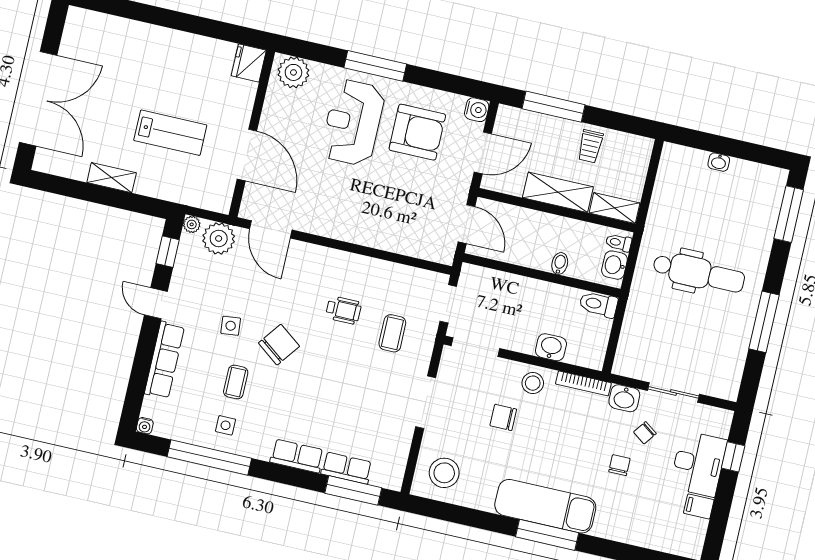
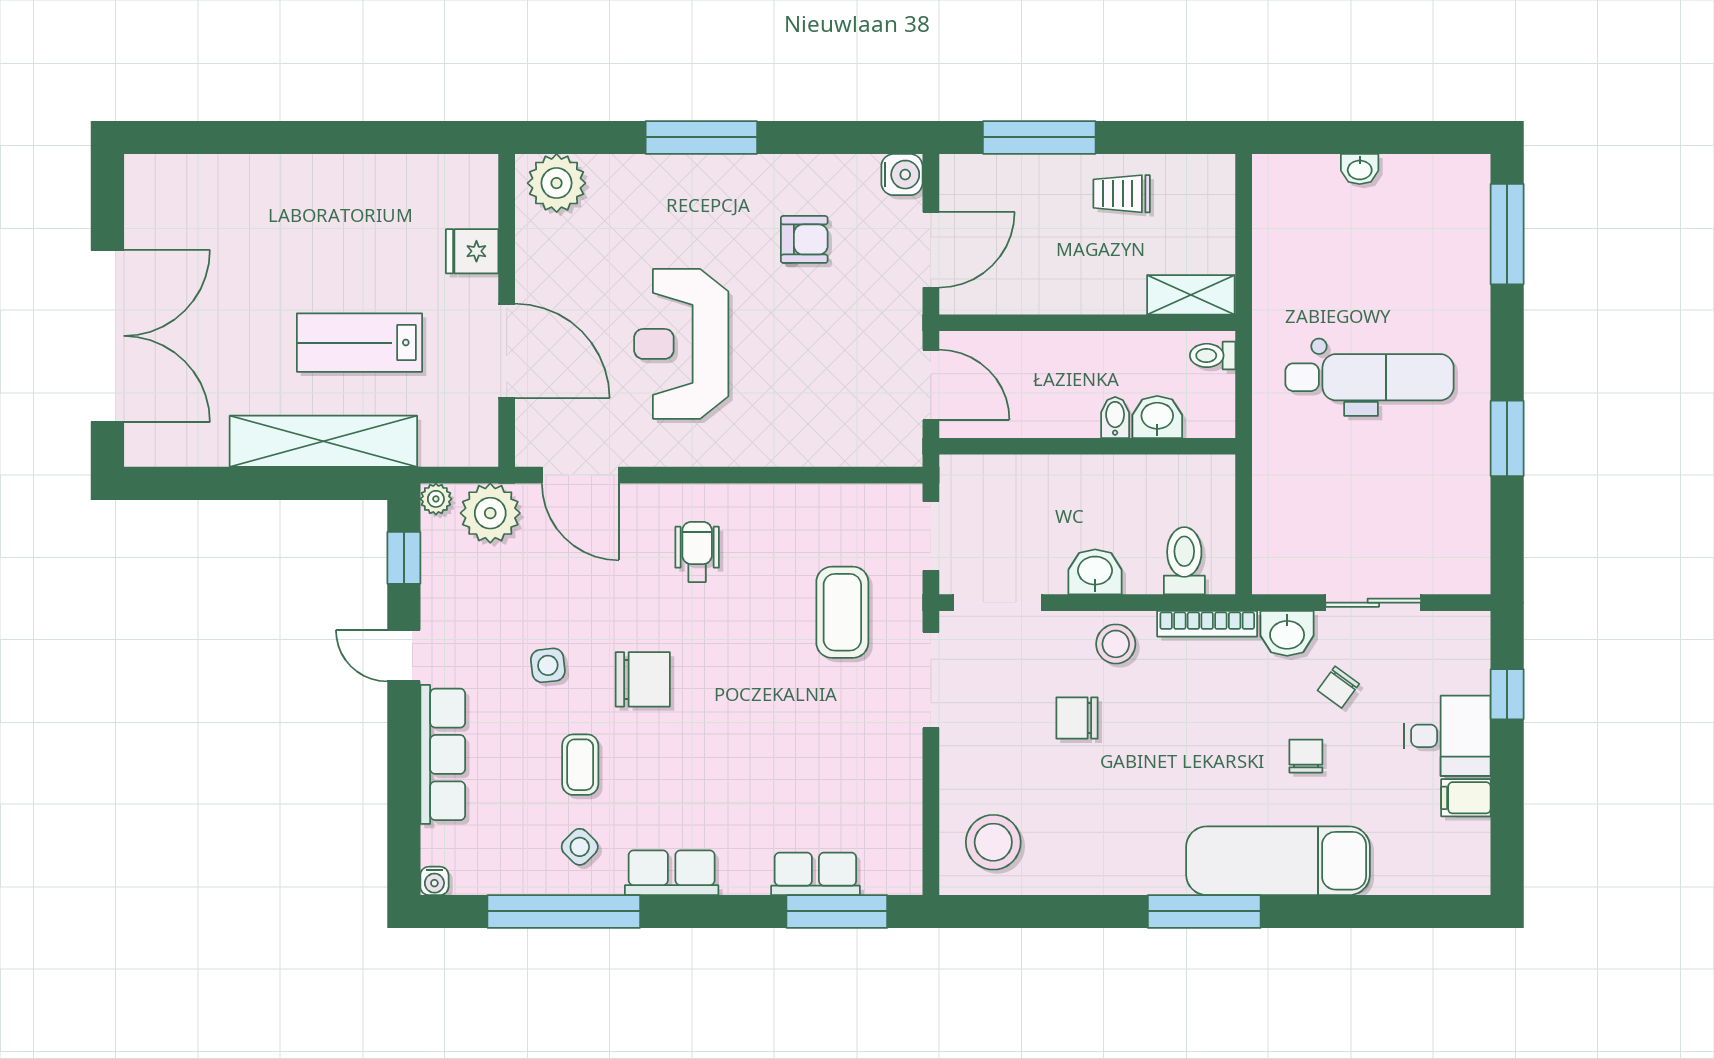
fridge: (249, 63) -> (472, 251), moved, width x0.72
reception desk: (353, 122) -> (681, 344), moved
armchair: (417, 132) -> (804, 239), width x0.53, depth x0.53
lab bench: (170, 133) -> (359, 343), turned 180
trolley: (590, 146) -> (1122, 194), turned 90
shelving: (112, 178) -> (323, 441), width x2.20, depth x1.33
shelving: (558, 192) -> (1082, 290), removed
washbasin: (614, 265) -> (1157, 417), moved, turned 90
toilet: (598, 304) -> (1184, 561), moved, turned 90
wheelchair: (343, 310) -> (697, 552), moved, turned -90
window: (764, 322) -> (1507, 438), width x0.69
coffee table: (392, 333) -> (842, 612), width x1.36, depth x1.30
chair: (279, 345) -> (643, 679), turned 53
washbasin: (551, 347) -> (1095, 572), moved
doorway: (426, 402) -> (931, 680), moved
side table: (226, 425) -> (580, 847), turned 45
row of seats: (297, 456) -> (672, 873), moved
desk: (698, 464) -> (1447, 736), width x0.73
exam couch: (545, 506) -> (1278, 861), moved

